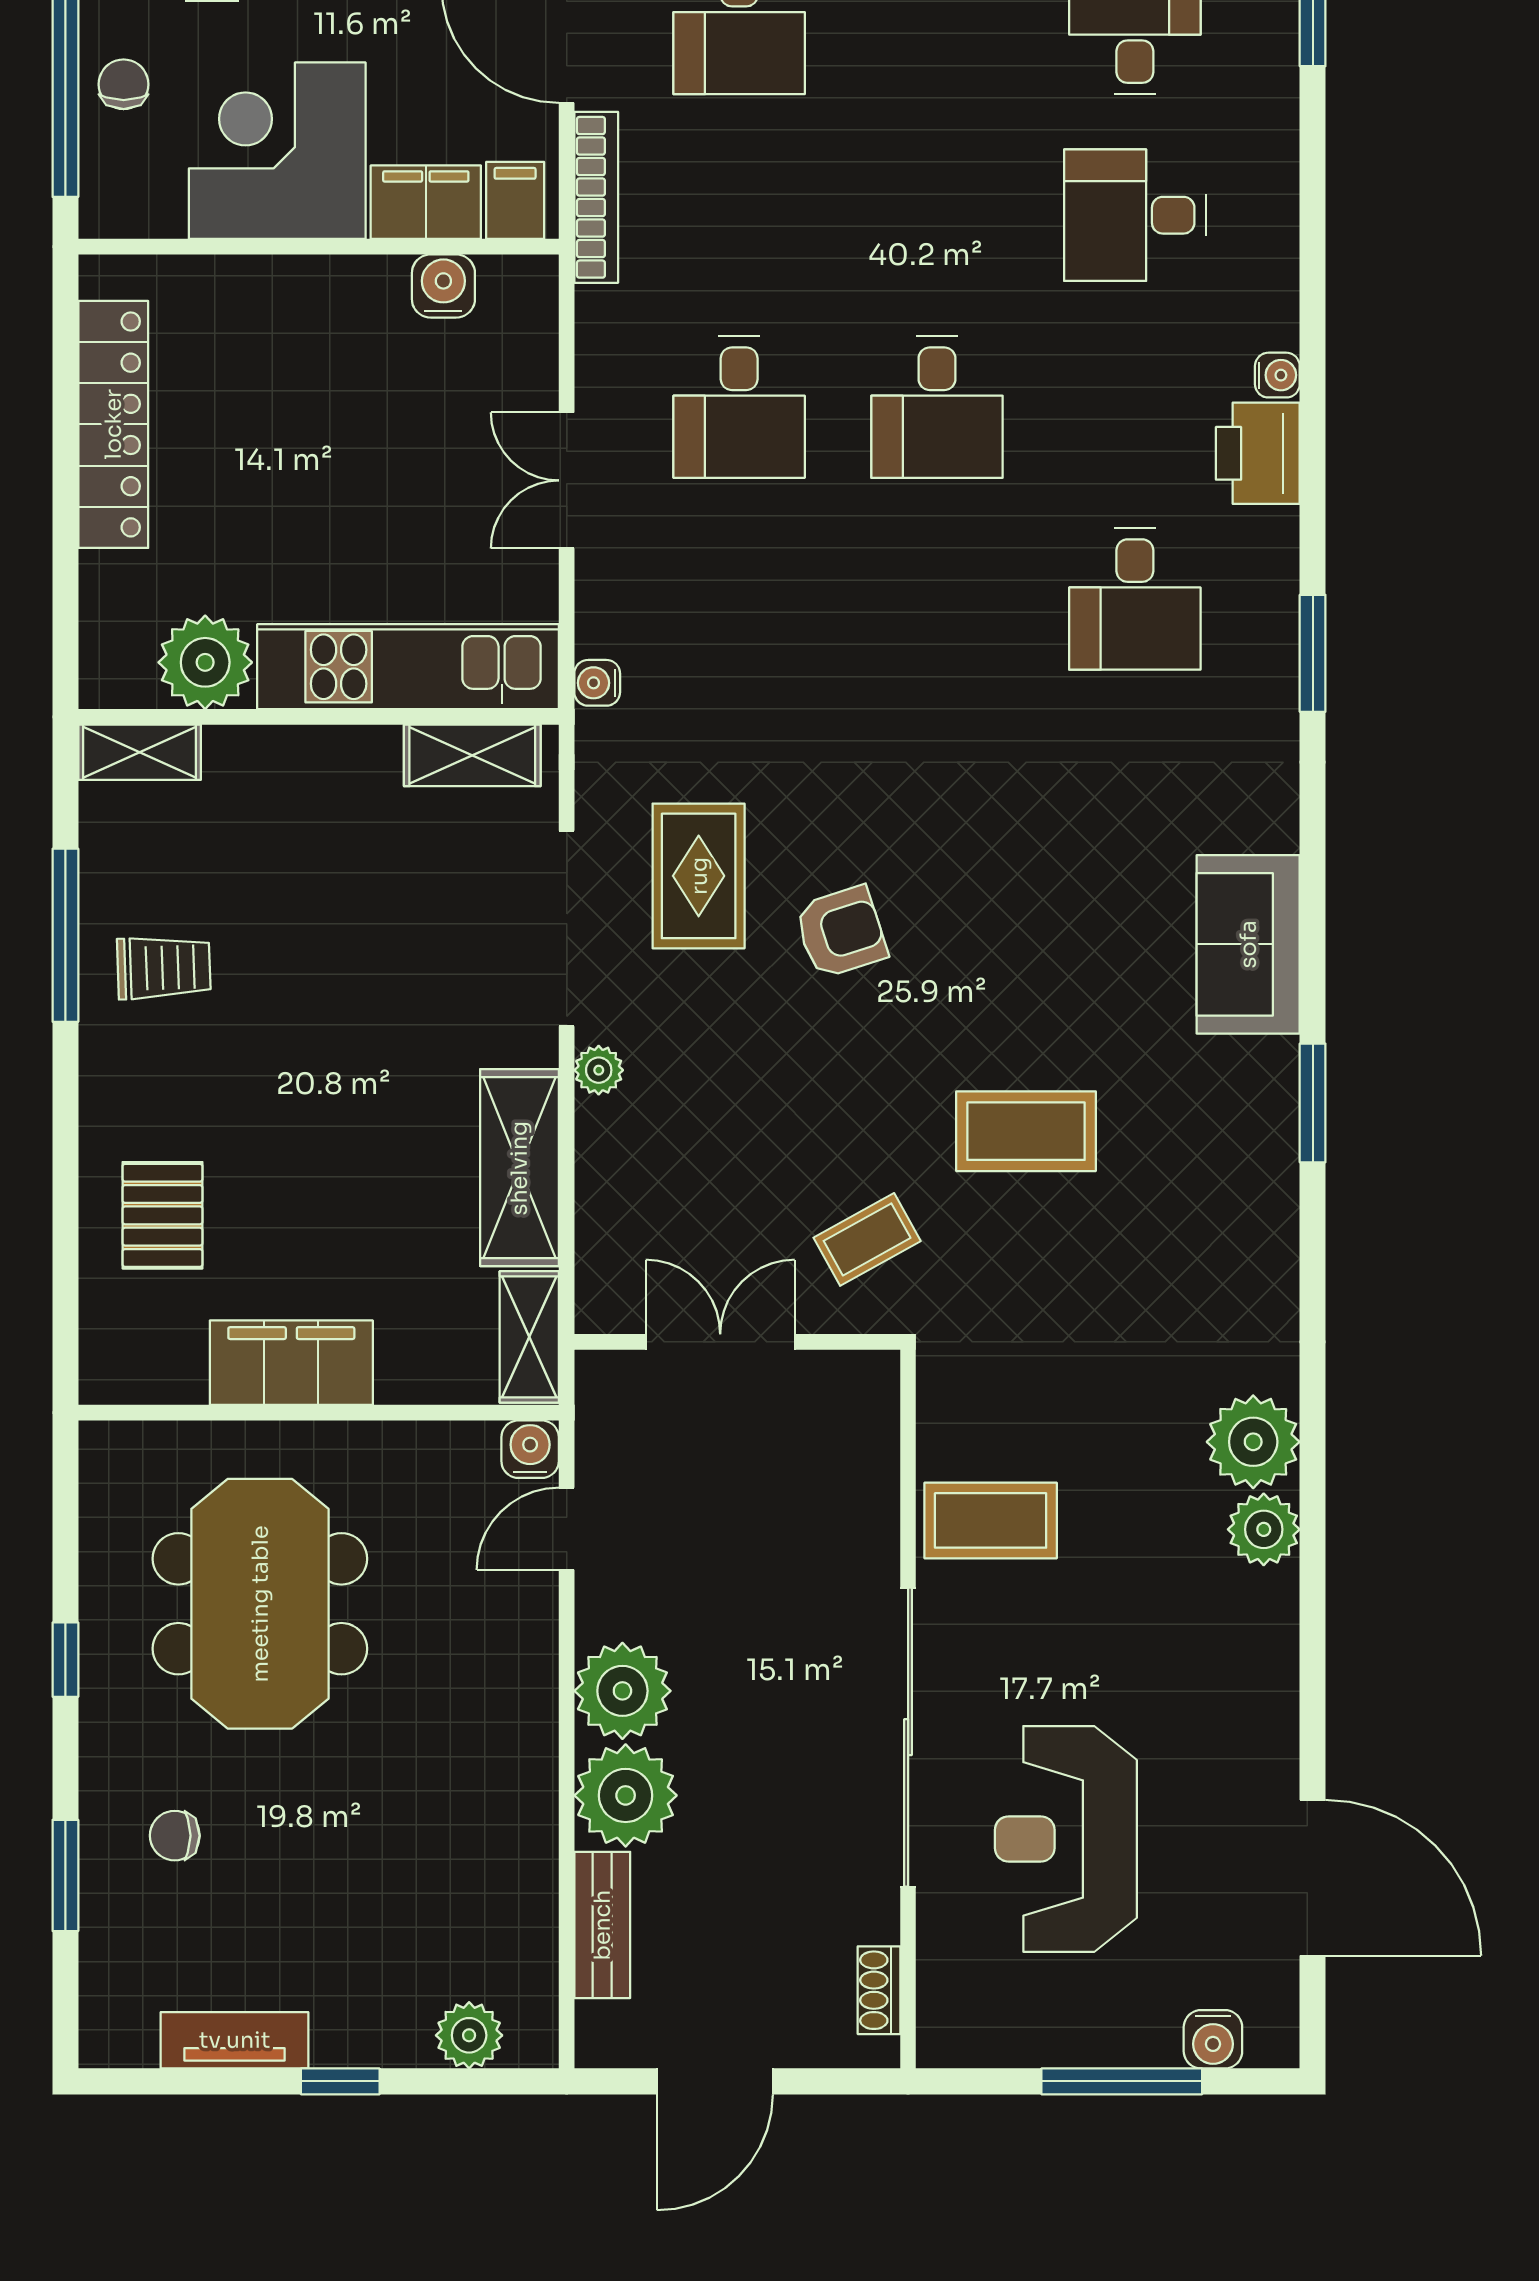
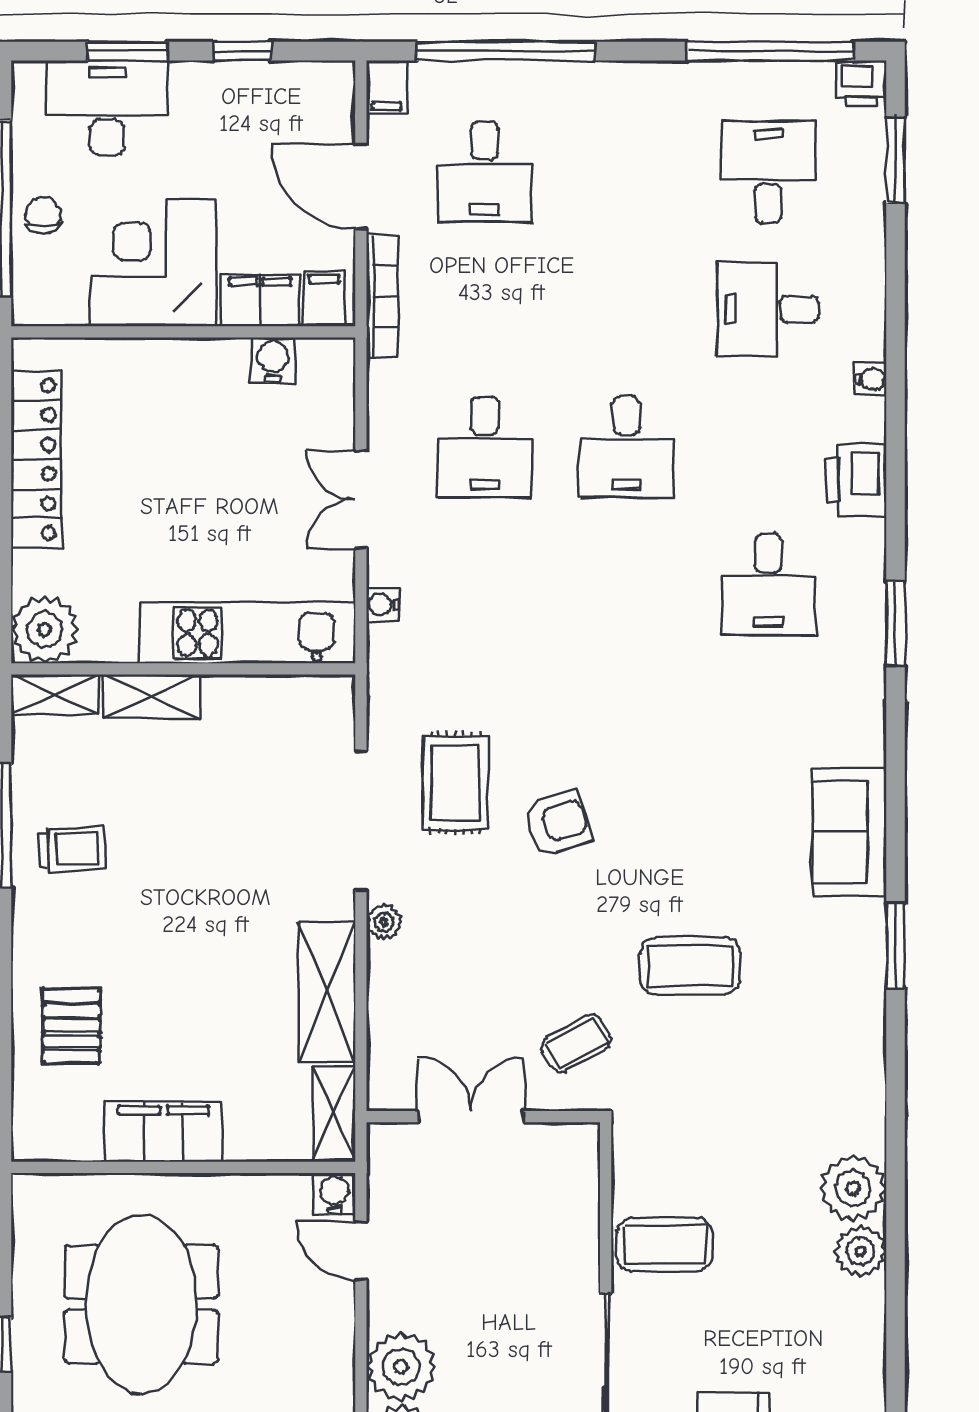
water cooler: (1277, 375) -> (870, 379), moved
plant: (205, 662) -> (45, 630), moved
water cooler: (597, 683) -> (383, 604), moved
shelving: (472, 755) -> (151, 696), moved
door: (567, 1529) -> (361, 1251), hinge flipped

